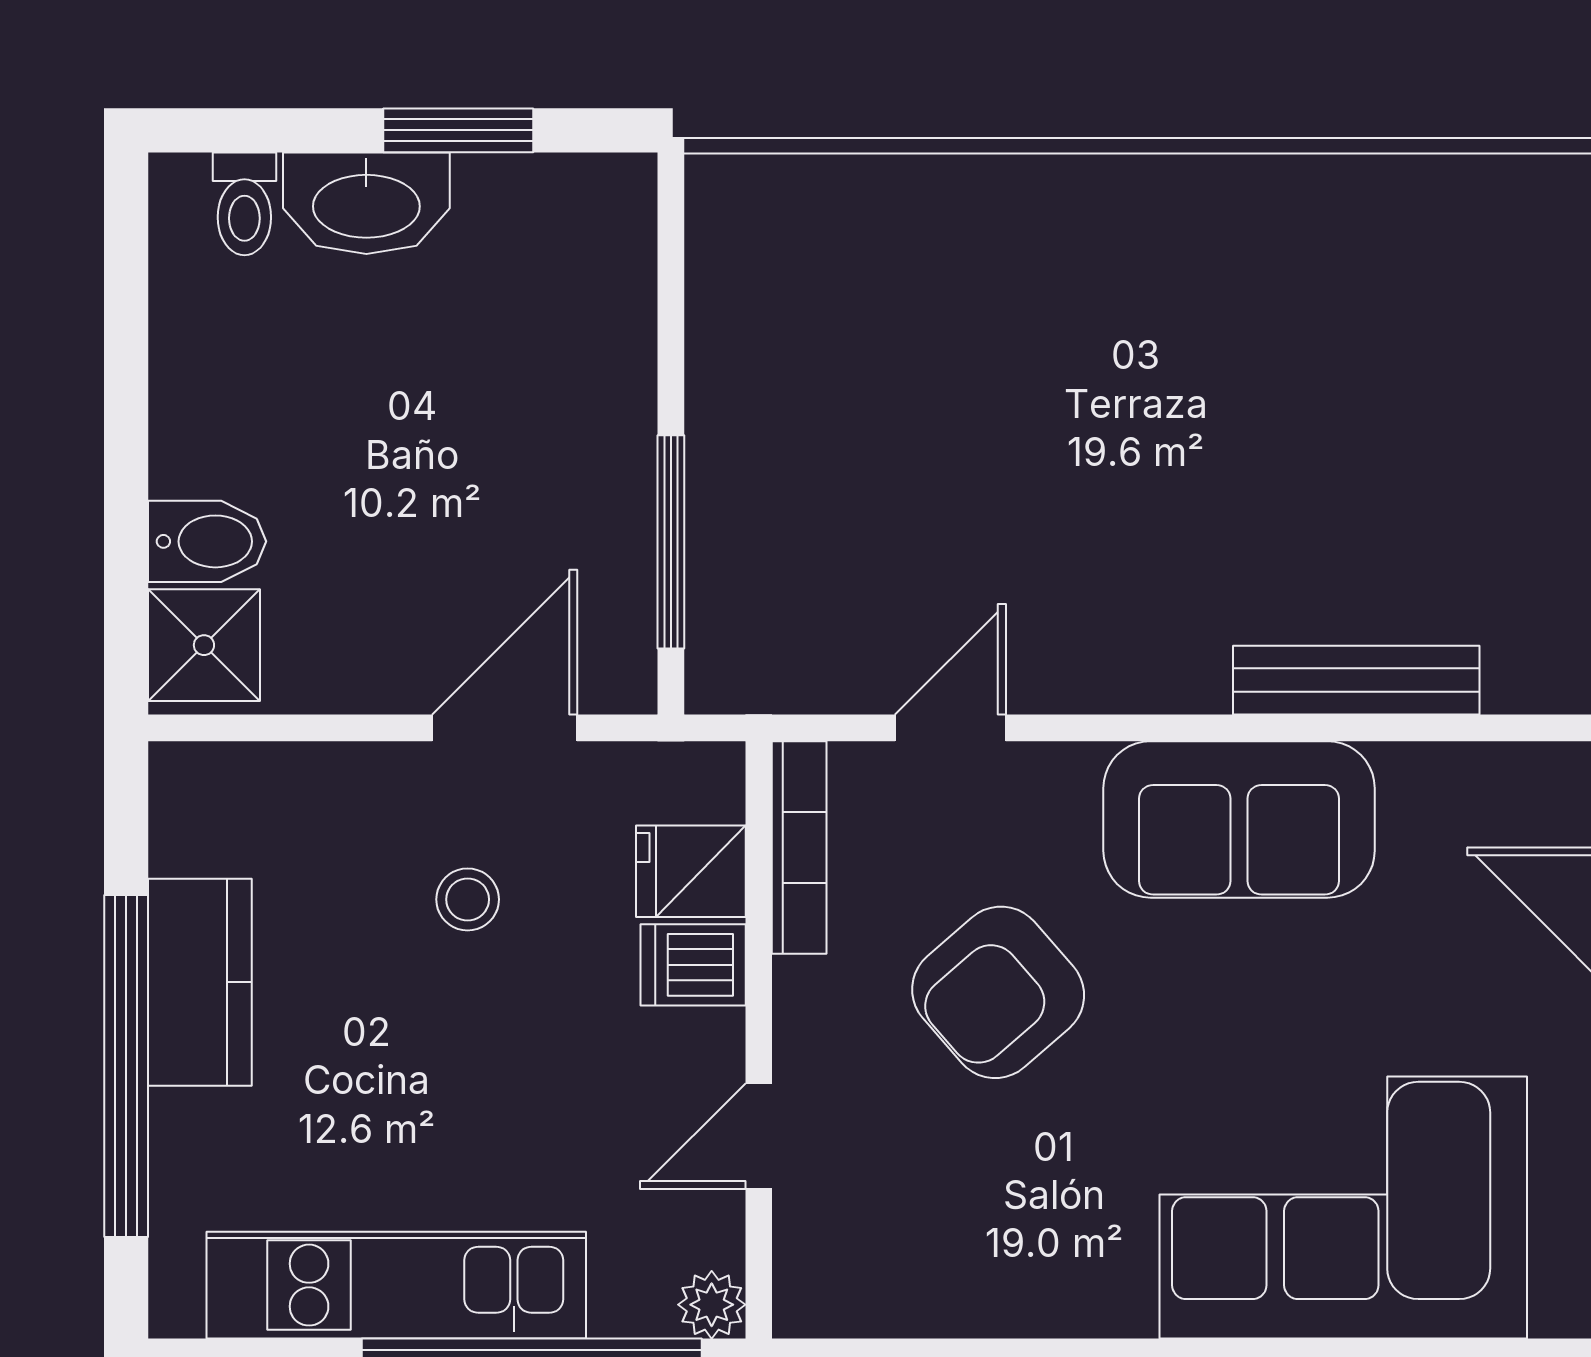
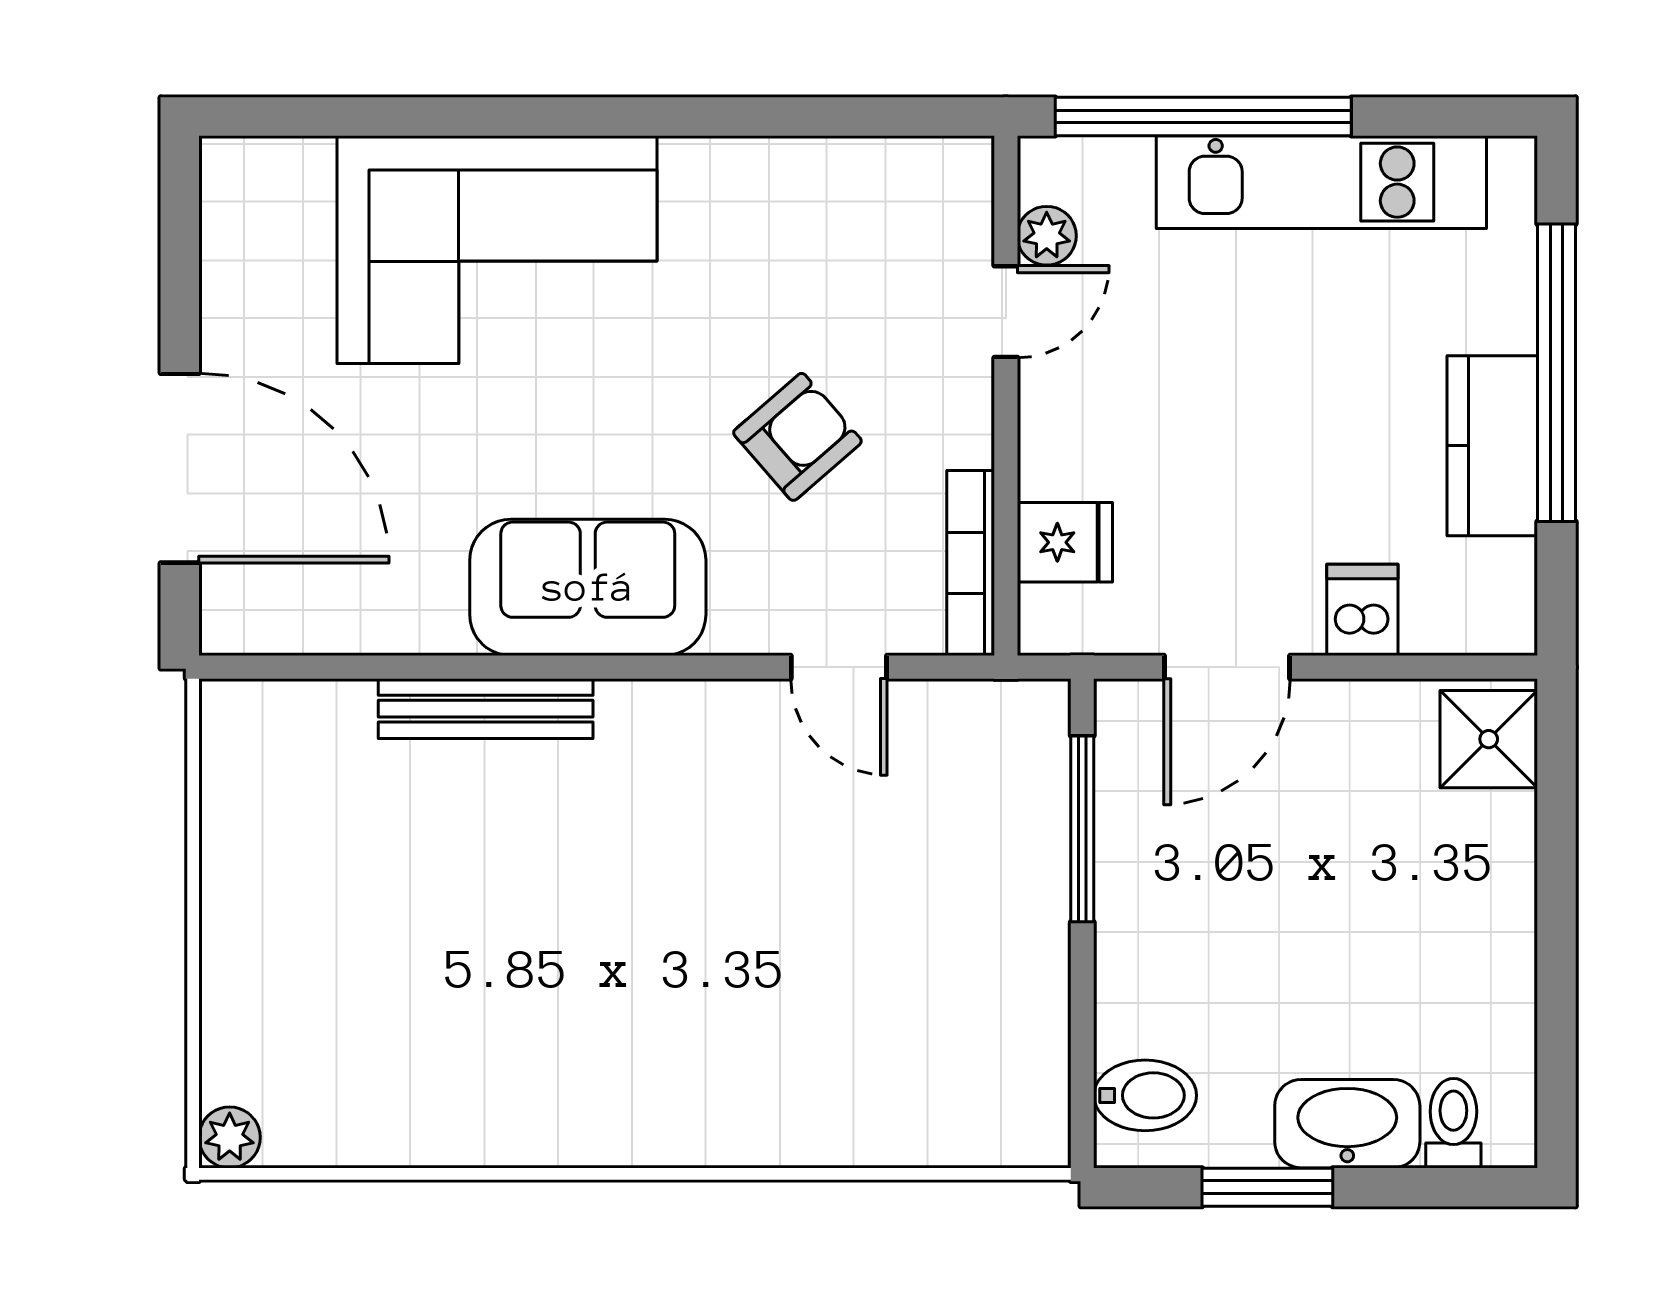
bidet: (207, 541) -> (1145, 1095), moved, turned 180
door: (950, 728) -> (839, 667), hinge flipped
stool: (468, 899) -> (1259, 518), removed
dishwasher: (693, 965) -> (1362, 610), moved, turned -90
armchair: (998, 992) -> (797, 437), width x0.72, depth x0.72
plant: (712, 1305) -> (1047, 236), moved

